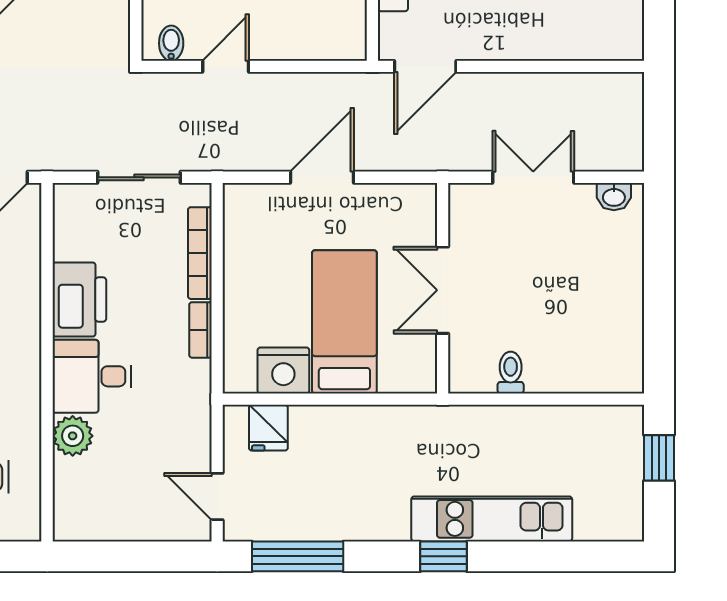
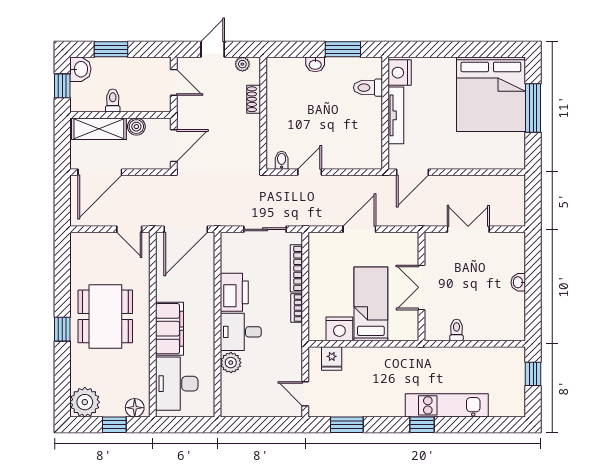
washbasin: (614, 197) -> (518, 282), moved, turned 90
window: (298, 556) -> (347, 425), width x0.69

